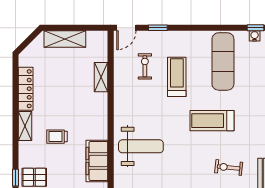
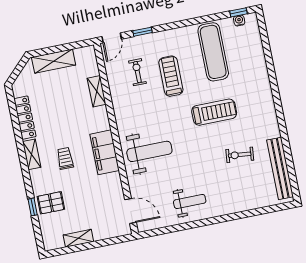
treadmill: (212, 121) -> (214, 112), turned 180
trolley: (57, 137) -> (65, 158), turned 90
filing cabinet: (97, 161) -> (105, 152), moved

